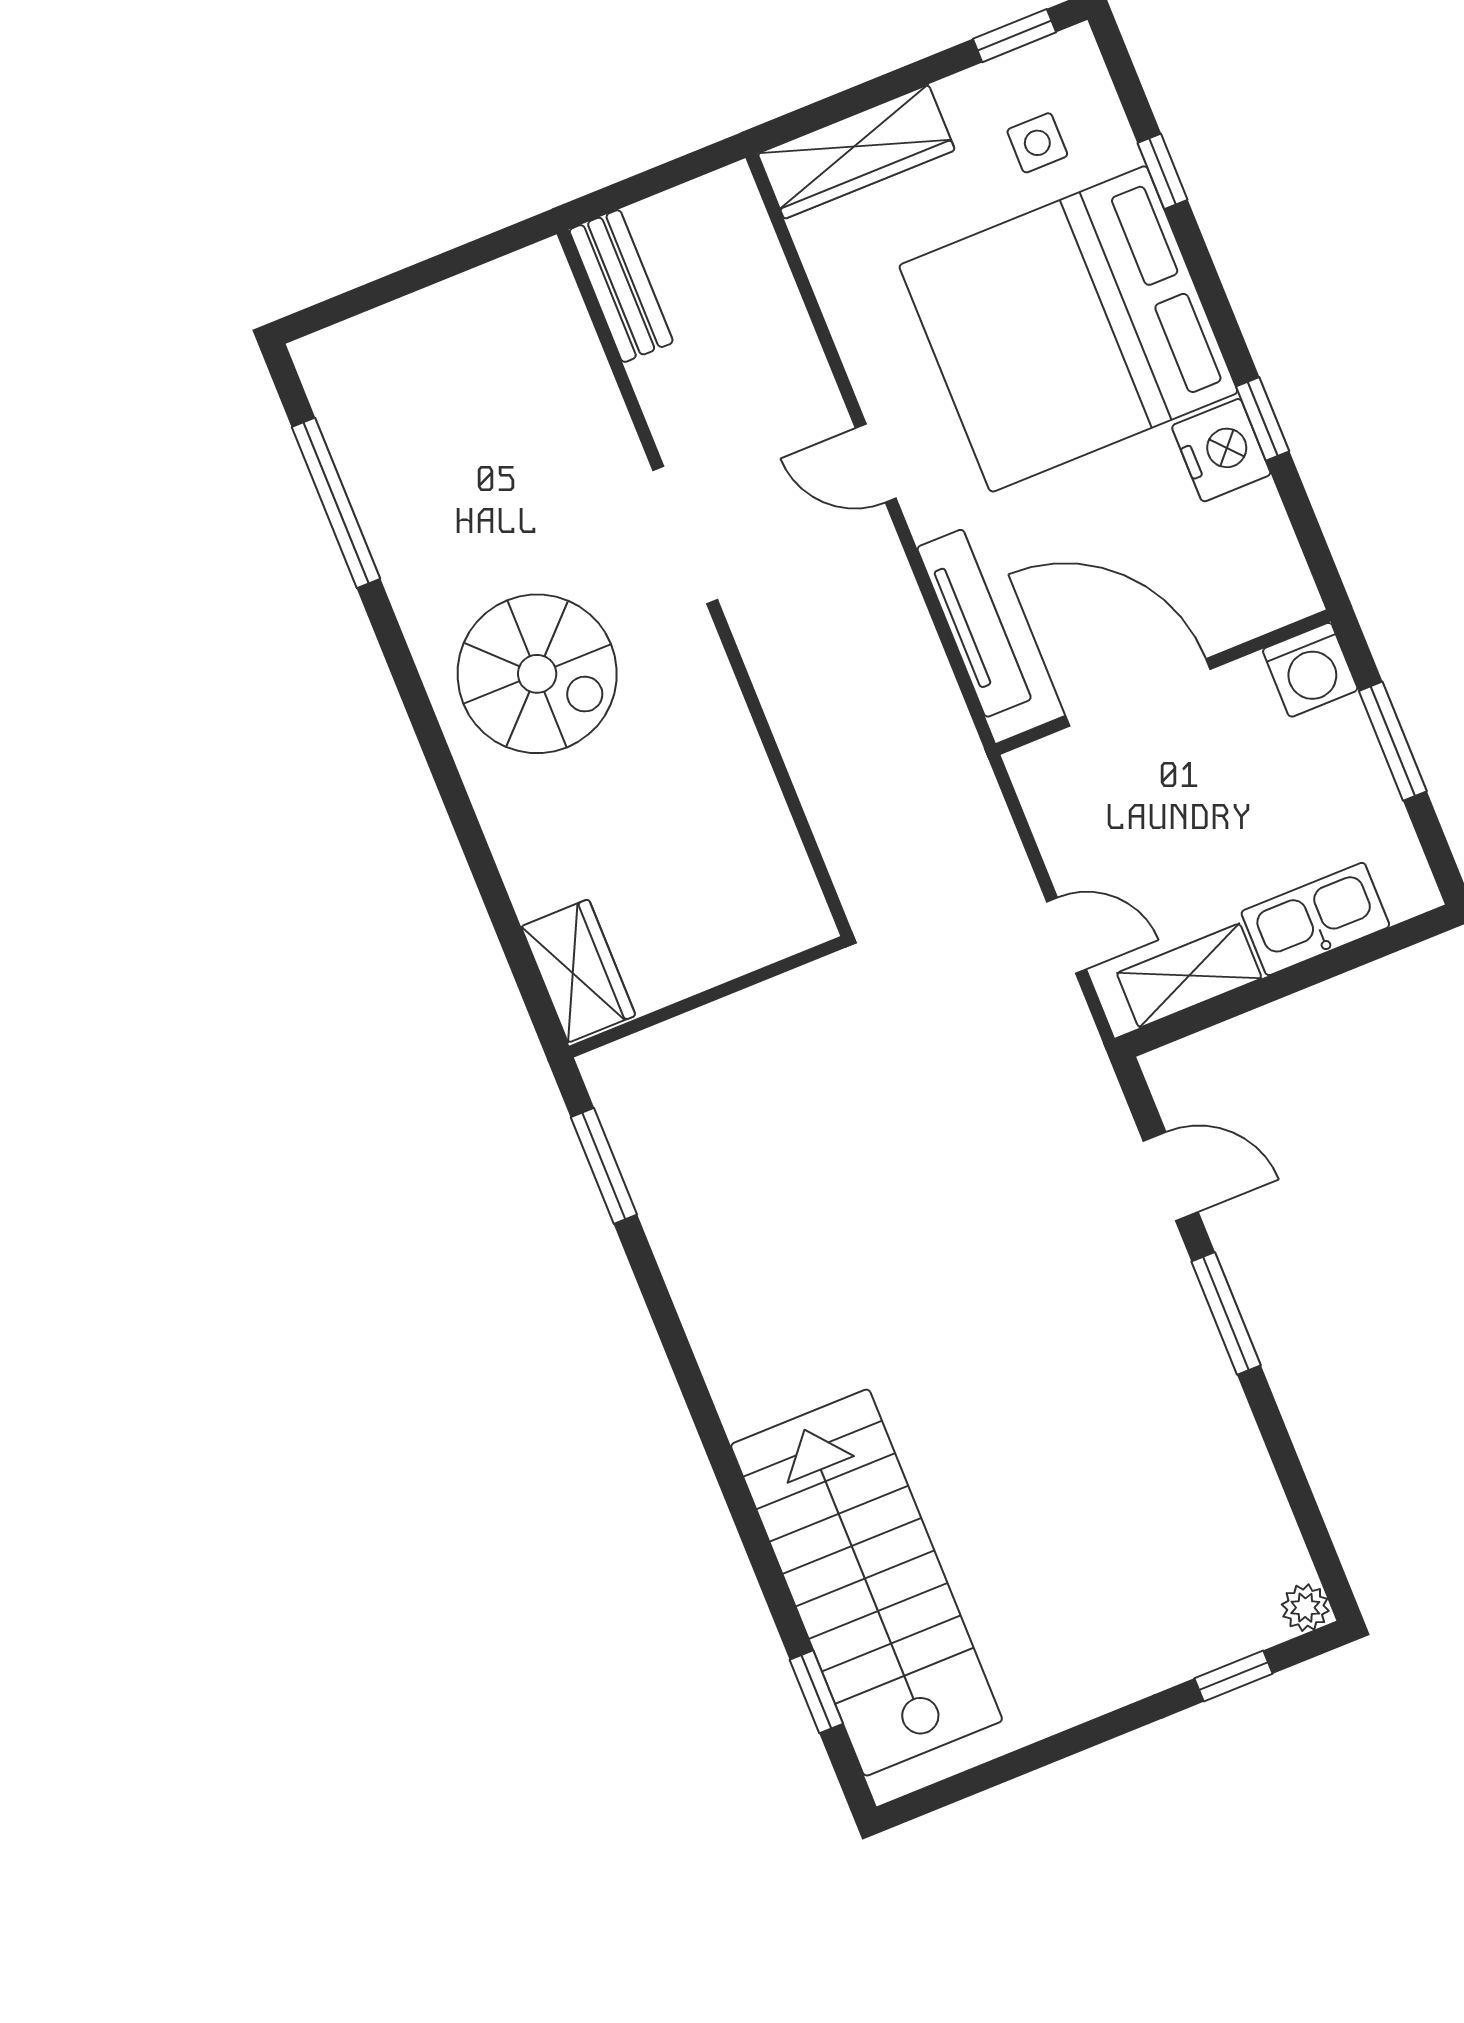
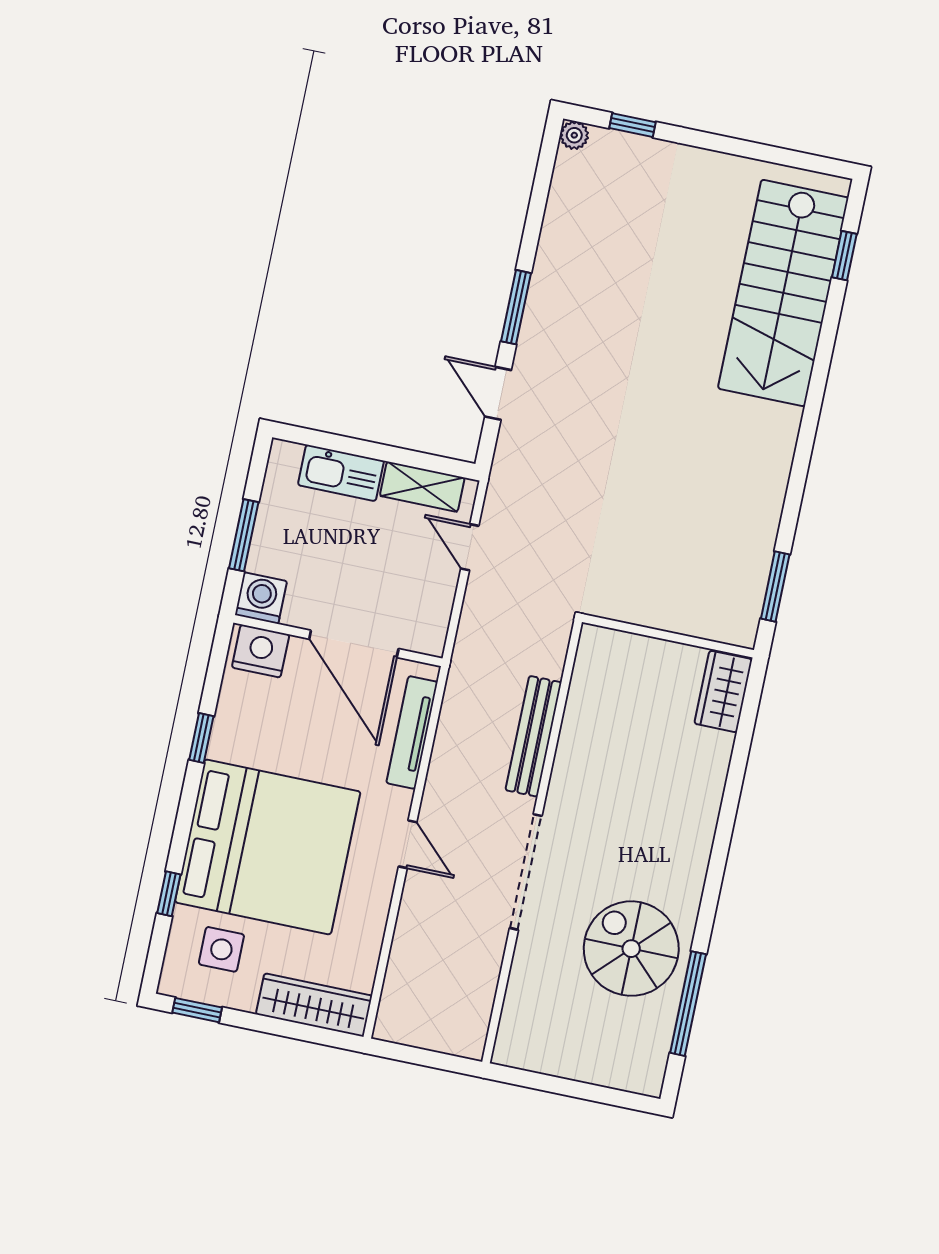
side table: (1037, 143) -> (221, 949), width x1.37, depth x1.37
bench: (621, 286) -> (533, 736), moved, width x1.36
nightstand: (1221, 450) -> (261, 651), moved, turned 90
doorway: (685, 535) -> (526, 872), width x1.36
spiral stairs: (537, 674) -> (631, 949), moved

